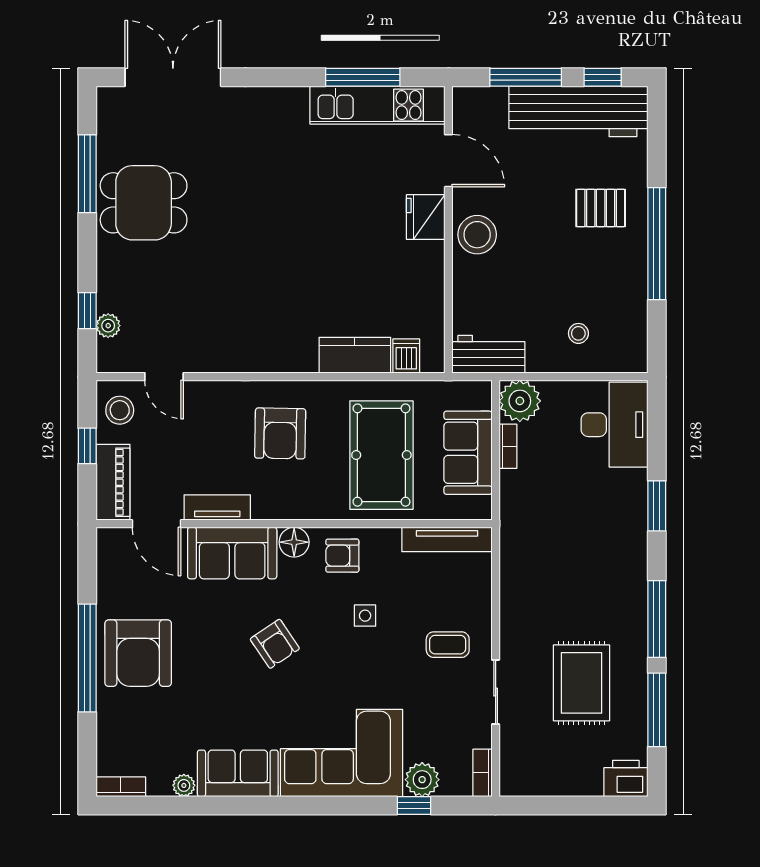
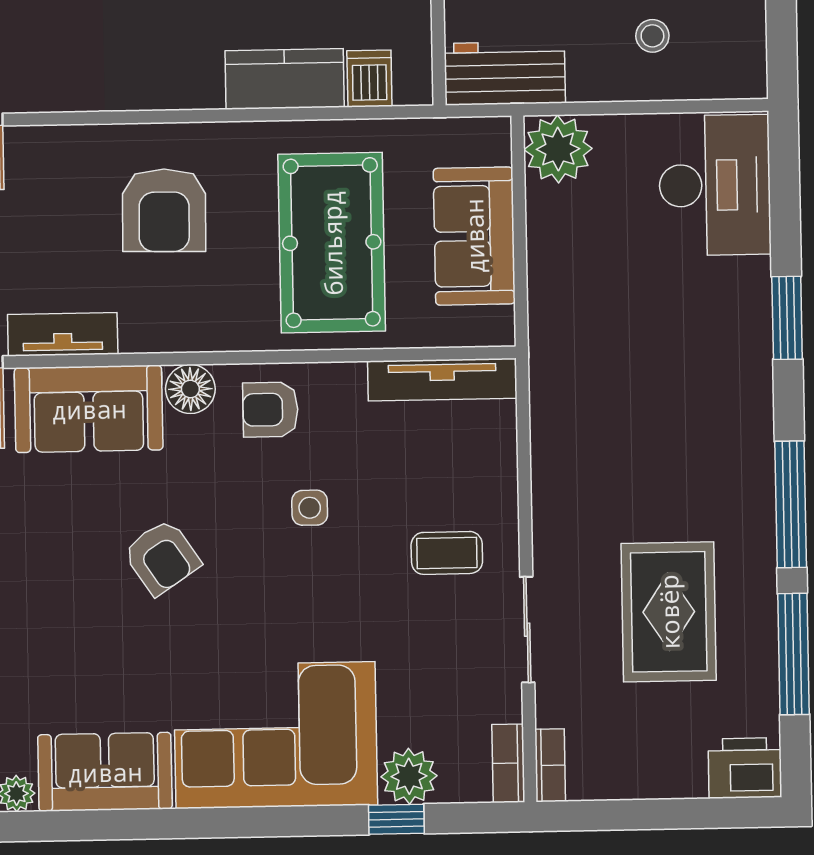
bookcase: (508, 446) -> (550, 765), moved

